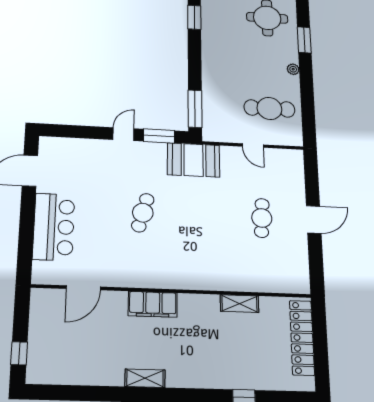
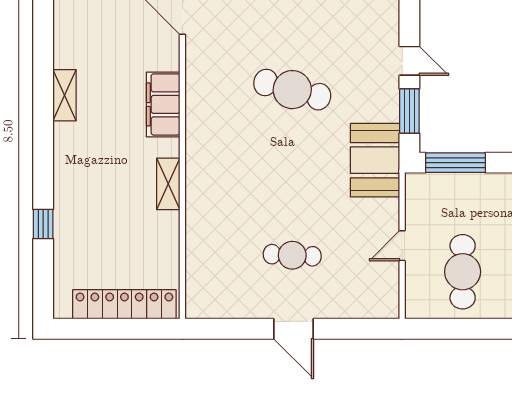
cafe table: (143, 213) -> (292, 90), width x1.37, depth x1.35
shelving: (240, 304) -> (168, 184), moved

